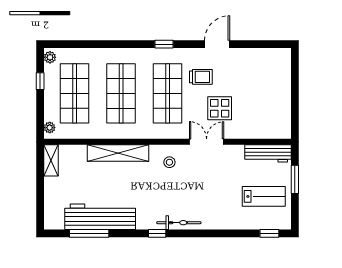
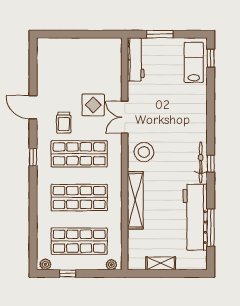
trolley: (201, 77) -> (64, 123), turned 180
shelving: (51, 160) -> (161, 263), moved
stool: (169, 162) -> (144, 152), width x1.89, depth x1.89
lab bench: (264, 196) -> (194, 62), moved
bicycle: (179, 223) -> (201, 162), moved

